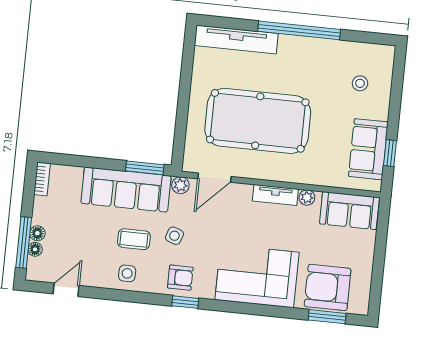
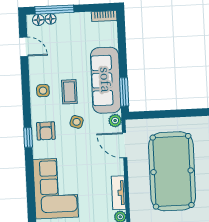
floor lamp: (37, 233) -> (38, 20), moved

